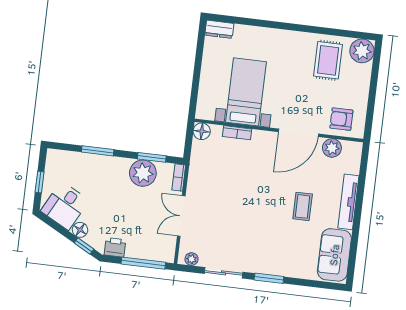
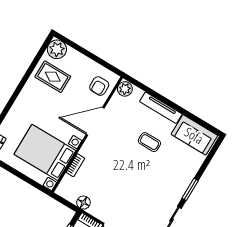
bed with nightstands: (246, 92) -> (45, 152), width x1.36
floor lamp: (202, 131) -> (83, 203), moved
door: (298, 133) -> (95, 121), swing flipped
plant: (332, 148) -> (125, 89), moved

